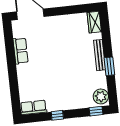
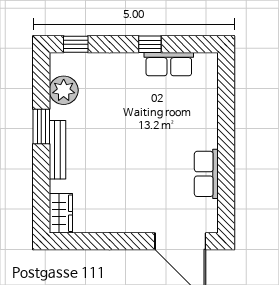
plant: (101, 96) -> (64, 90), moved
row of seats: (33, 107) -> (169, 64), moved

